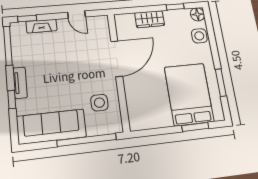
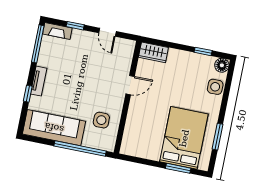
window: (27, 18) -> (75, 26), moved
wardrobe: (150, 19) -> (153, 52), moved
fireplace: (42, 26) -> (57, 31), moved
door: (117, 59) -> (130, 85), width x0.53

